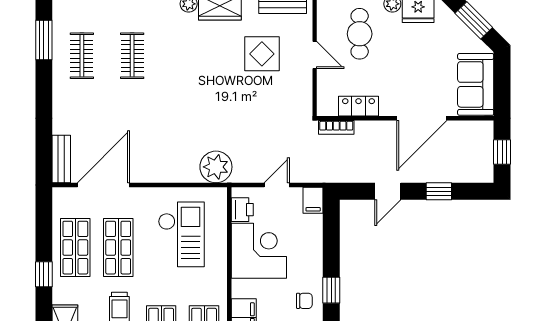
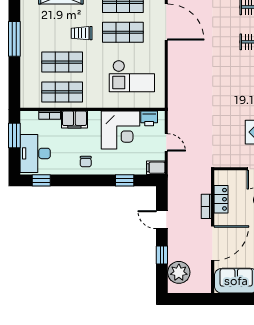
door: (422, 118) -> (213, 243), swing flipped
bookcase: (336, 127) -> (206, 206), moved
window: (502, 152) -> (189, 299), removed
plant: (216, 167) -> (179, 272), moved
window: (331, 290) -> (125, 180), moved

